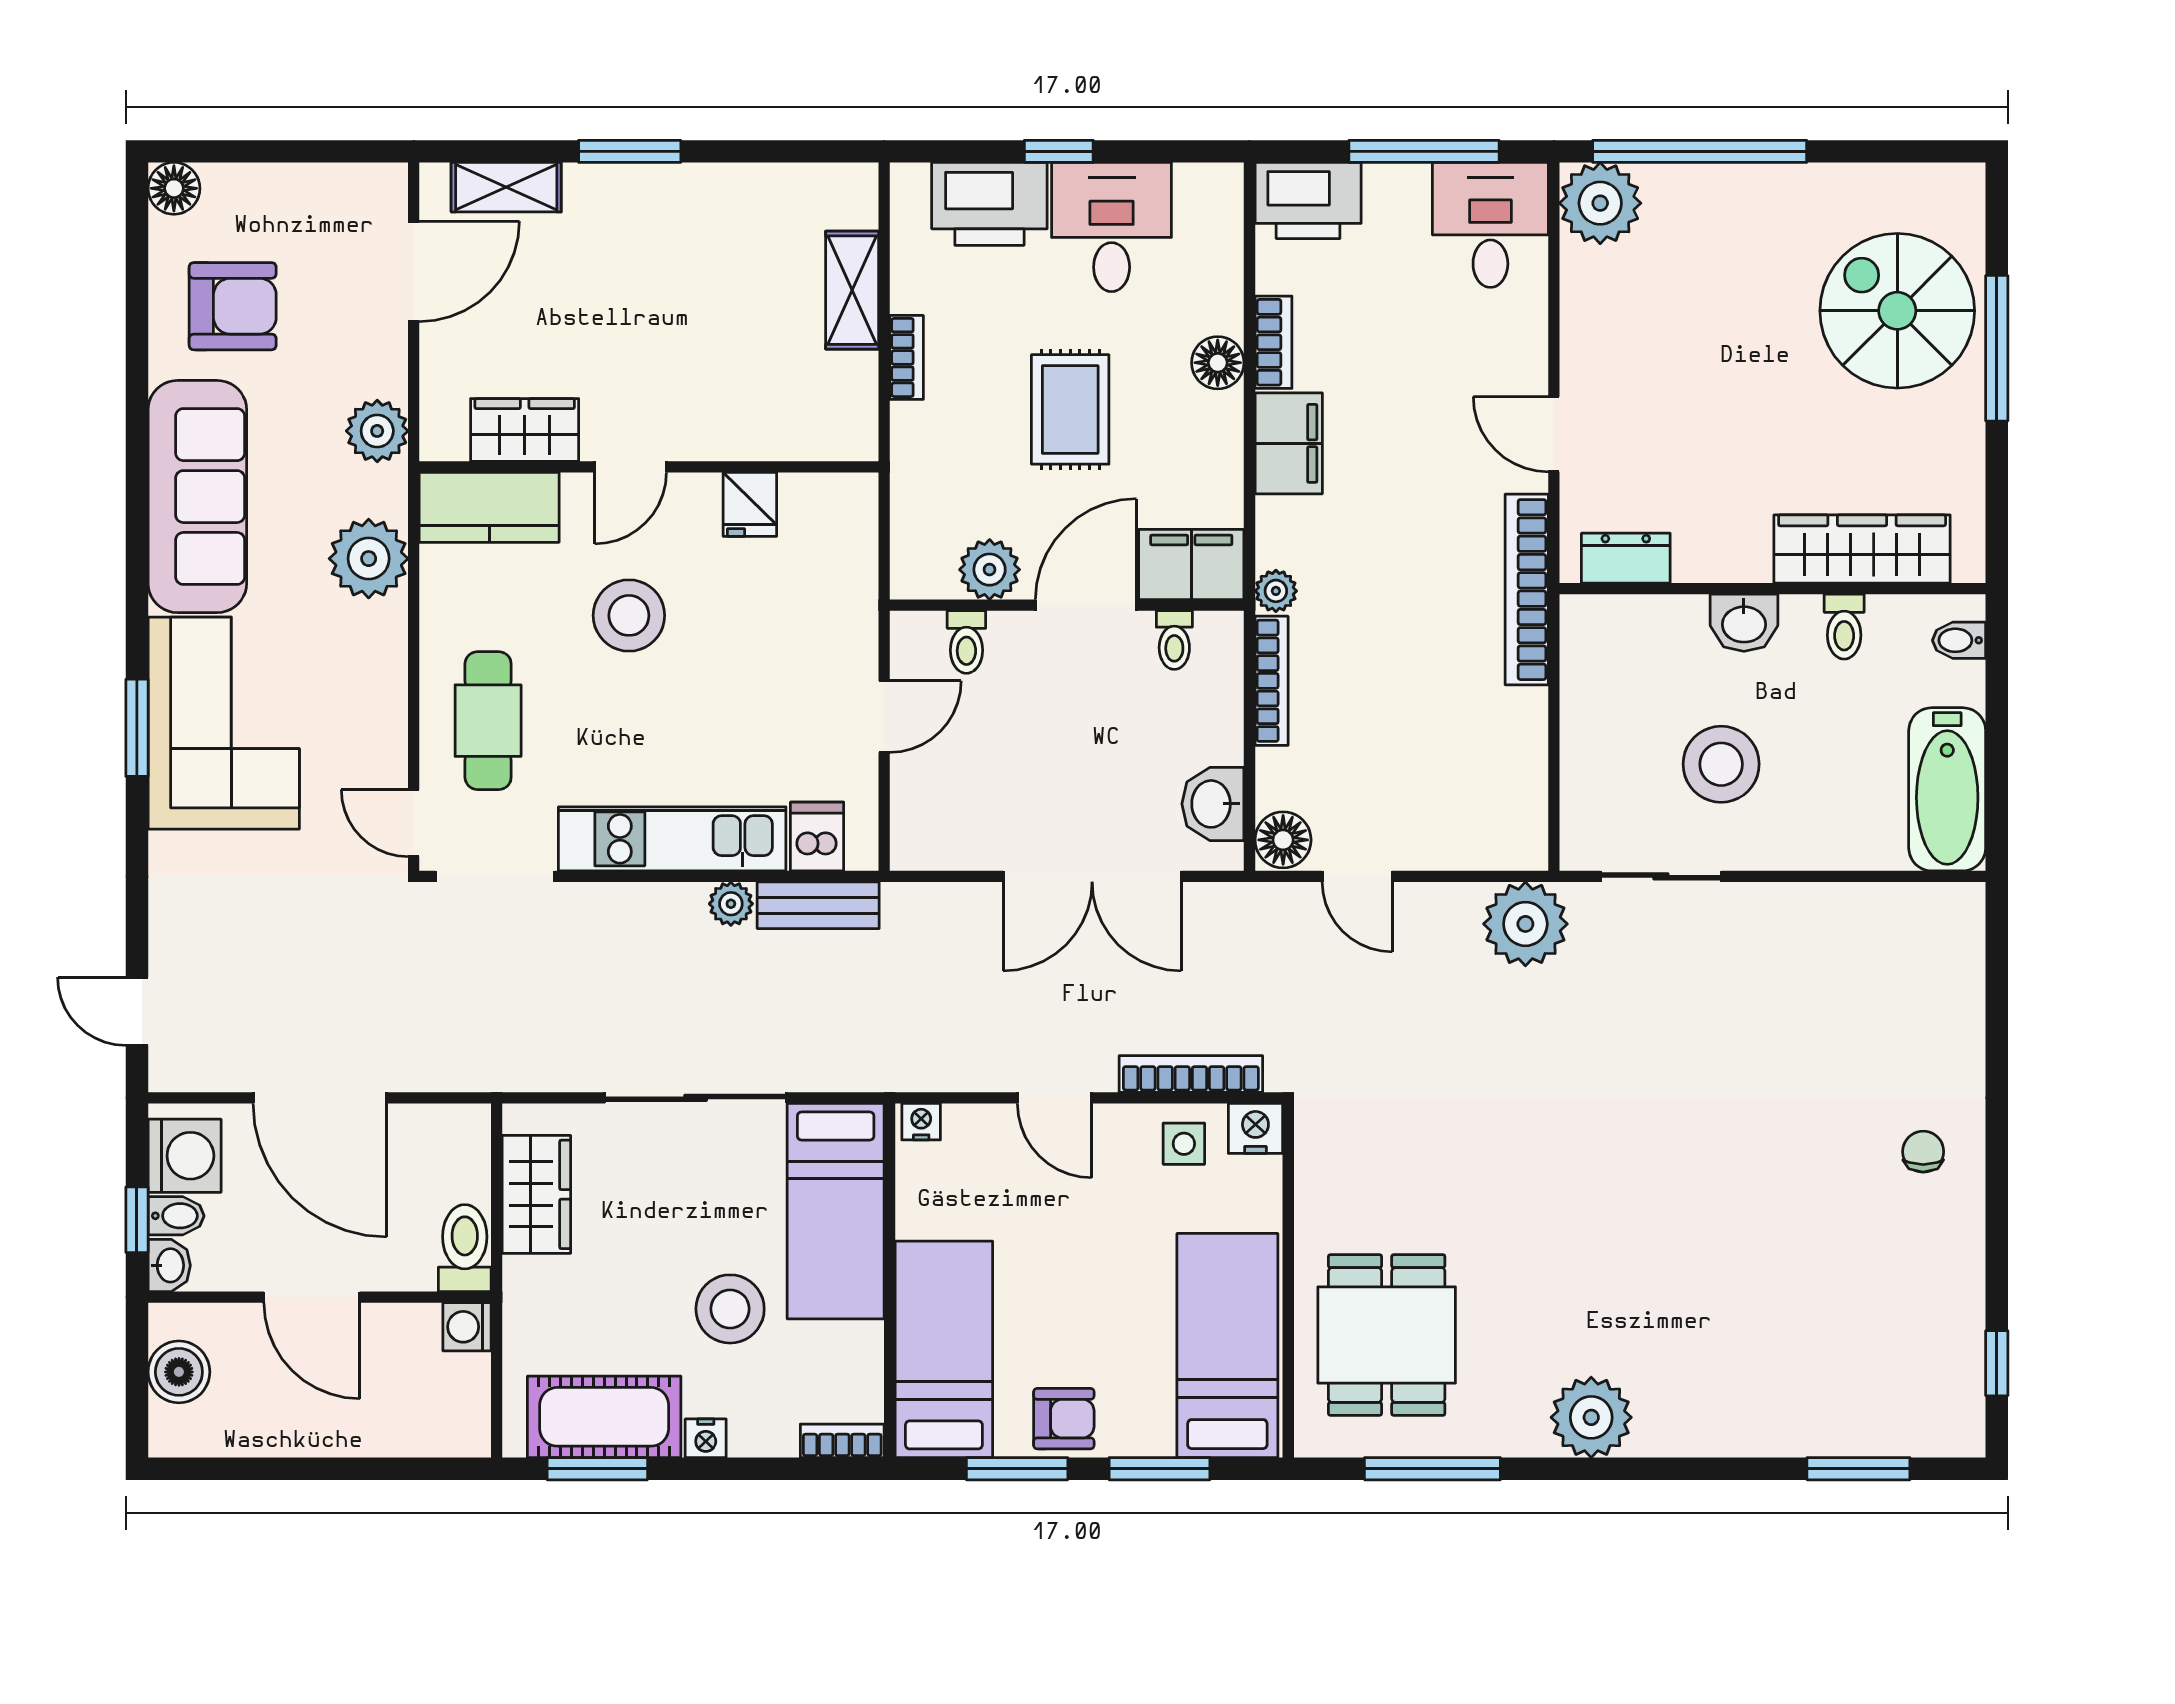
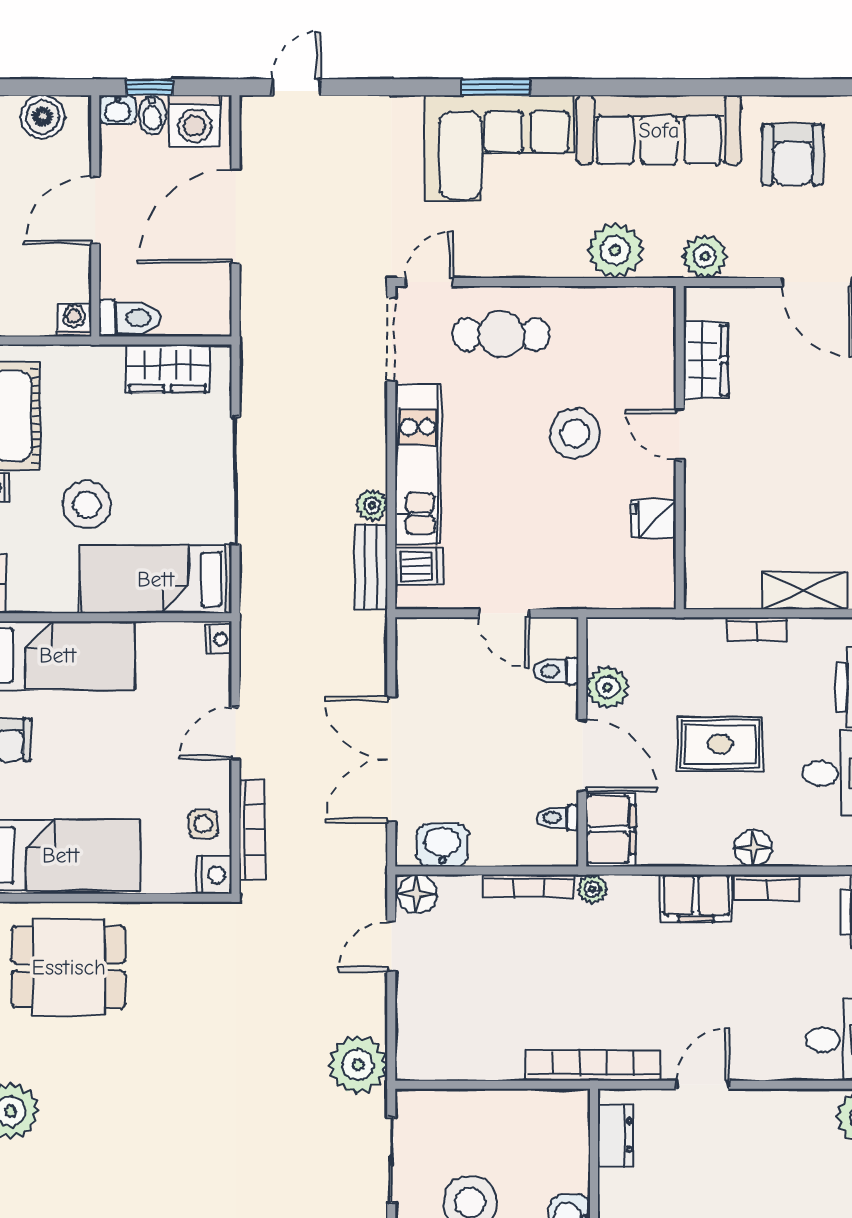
kitchen counter: (489, 507) -> (651, 335), removed

